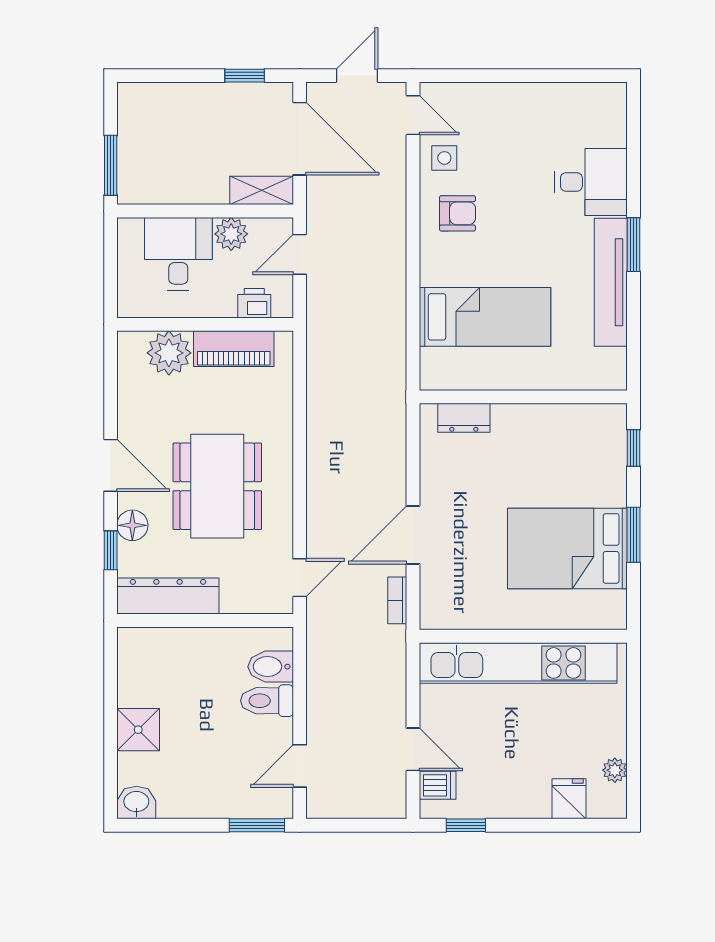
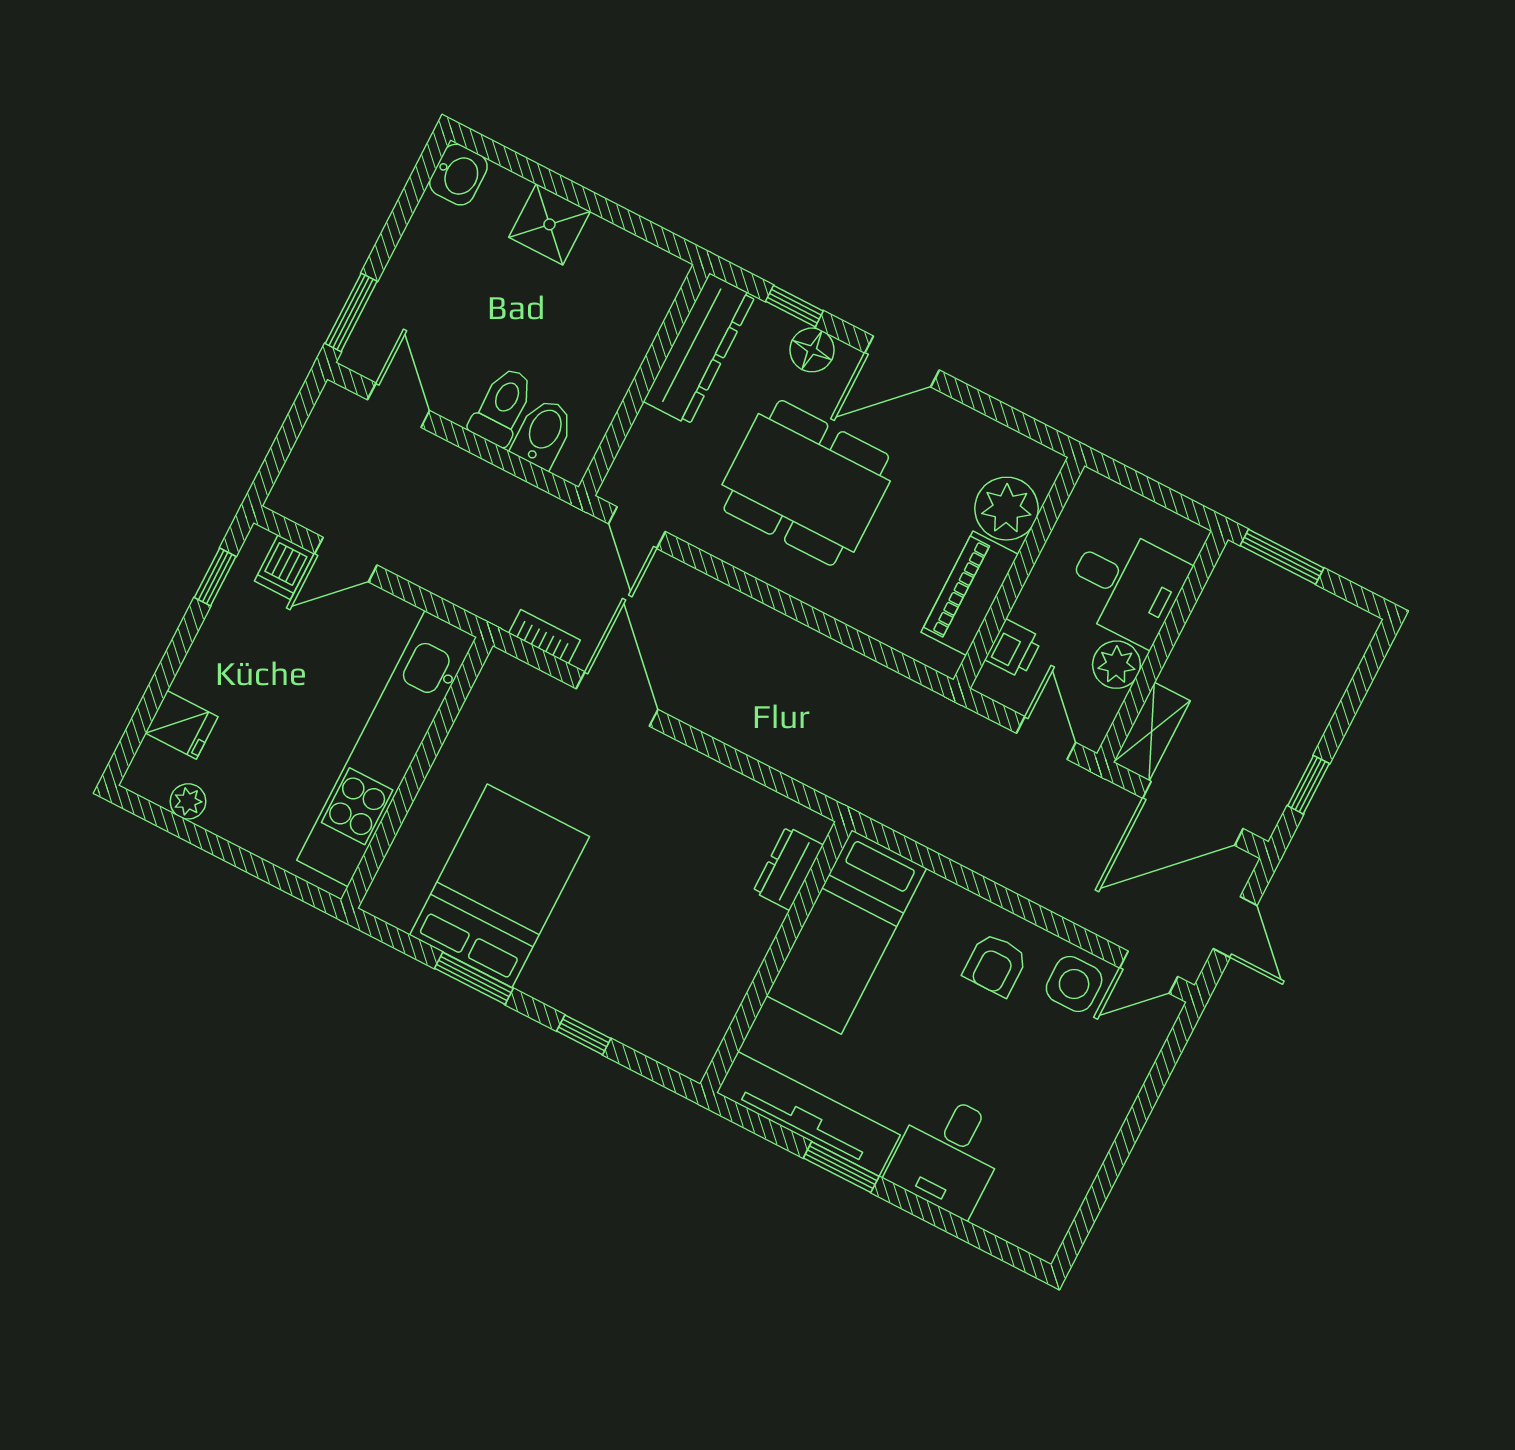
side table: (444, 158) -> (1074, 984), width x1.37, depth x1.37
wall: (523, 397) -> (776, 957), moved
dresser: (464, 418) -> (788, 868), moved

